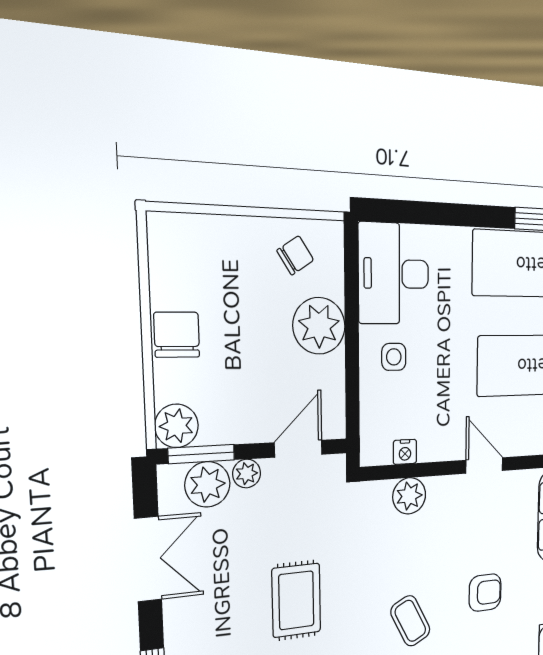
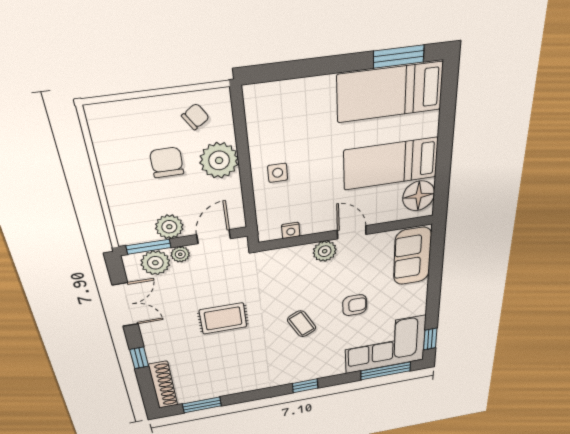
desk: (394, 274) -> (273, 117), removed
chair: (177, 335) -> (167, 162), moved
plant: (177, 426) -> (169, 227), moved
plant: (409, 496) -> (325, 251), moved
rug: (296, 600) -> (223, 318), turned 90

